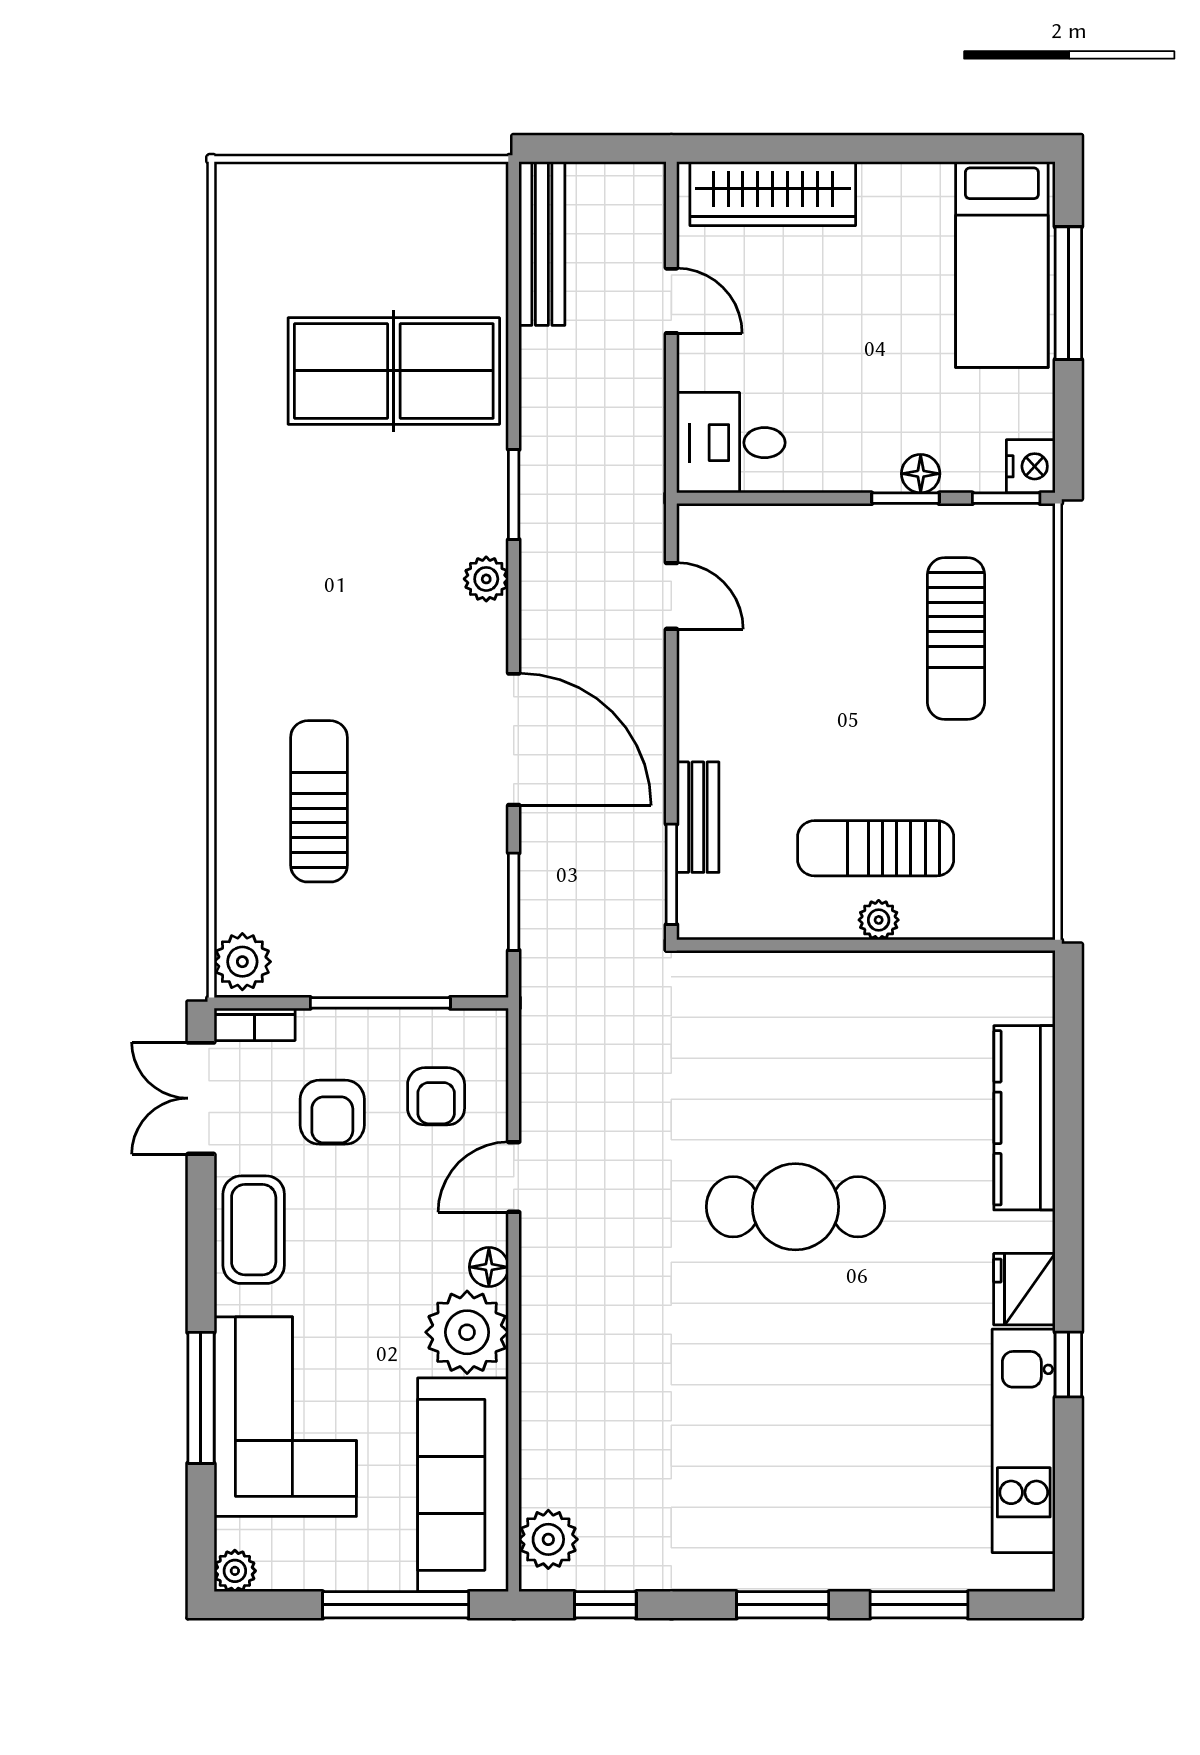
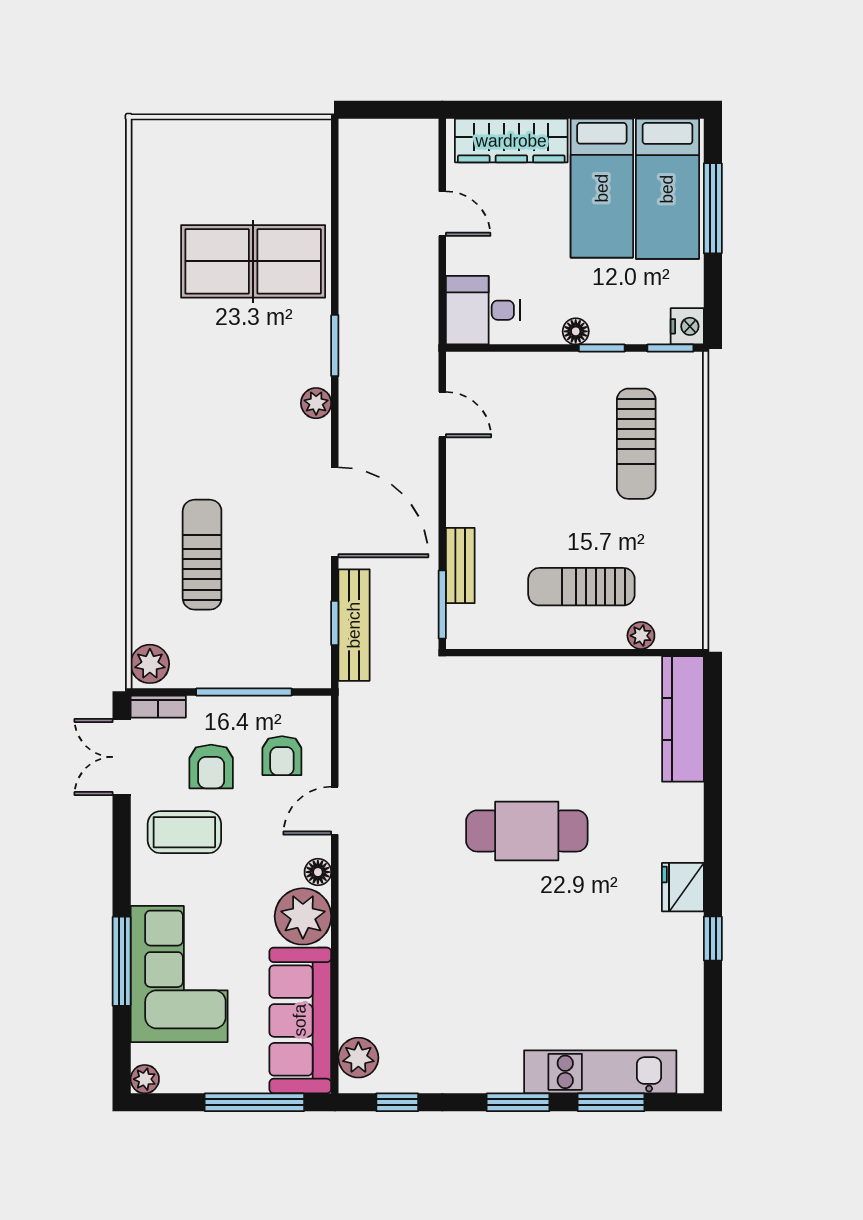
bench: (542, 244) -> (354, 625), moved
bed: (906, 264) -> (602, 188), added
floor lamp: (921, 474) -> (576, 331), moved
window: (514, 902) -> (335, 623), width x0.67
plant: (879, 920) -> (641, 636), moved
kitchen counter: (1025, 1118) -> (683, 719), moved
coffee table: (254, 1230) -> (184, 832), moved, turned 90
kitchen unit: (1024, 1441) -> (600, 1072), moved, turned 90

